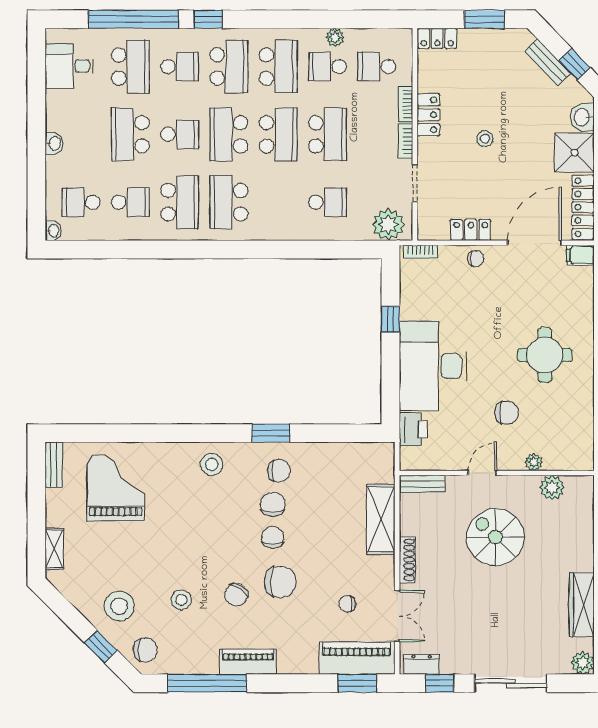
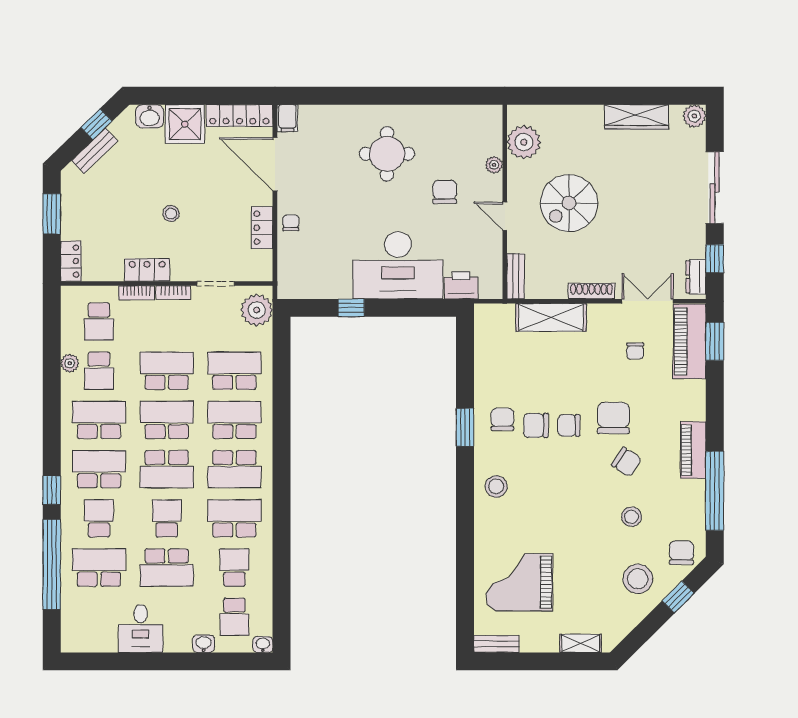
desk: (69, 66) -> (141, 629), moved
washbasin: (54, 143) -> (204, 644), moved
school desk: (278, 202) -> (234, 420), added
school desk: (327, 202) -> (234, 371), width x1.85
bookcase: (421, 252) -> (284, 278), removed
plant: (552, 488) -> (524, 142), width x1.36, depth x1.36

